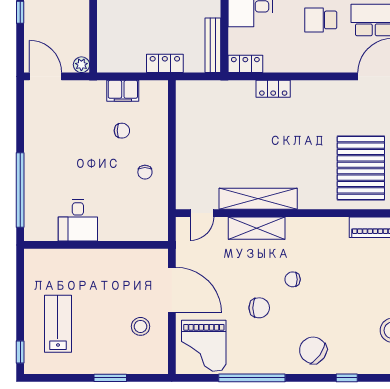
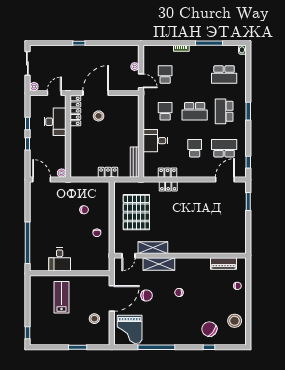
school desk: (321, 20) -> (195, 148), turned 90
locker: (245, 64) -> (168, 173), moved
filing cabinet: (123, 91) -> (85, 188), removed
pallet: (361, 168) -> (136, 212), moved
shelving: (258, 199) -> (153, 248), width x0.68
door: (172, 290) -> (112, 298), hinge flipped
chair: (259, 308) -> (147, 295), moved
lab bench: (58, 324) -> (62, 297), moved
chair: (313, 350) -> (209, 329), moved

